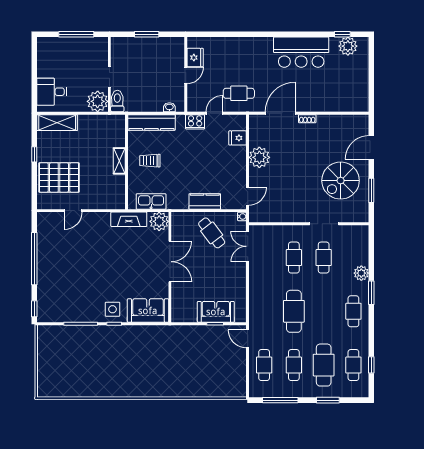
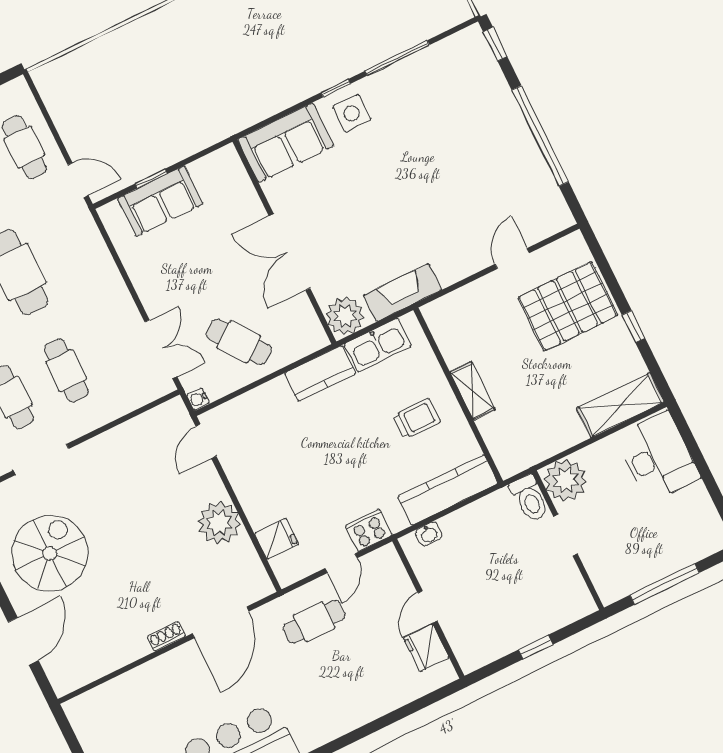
window: (147, 34) -> (536, 647), width x0.67
desk: (52, 92) -> (658, 457), width x1.37
kitchen counter: (205, 201) -> (320, 373), moved

